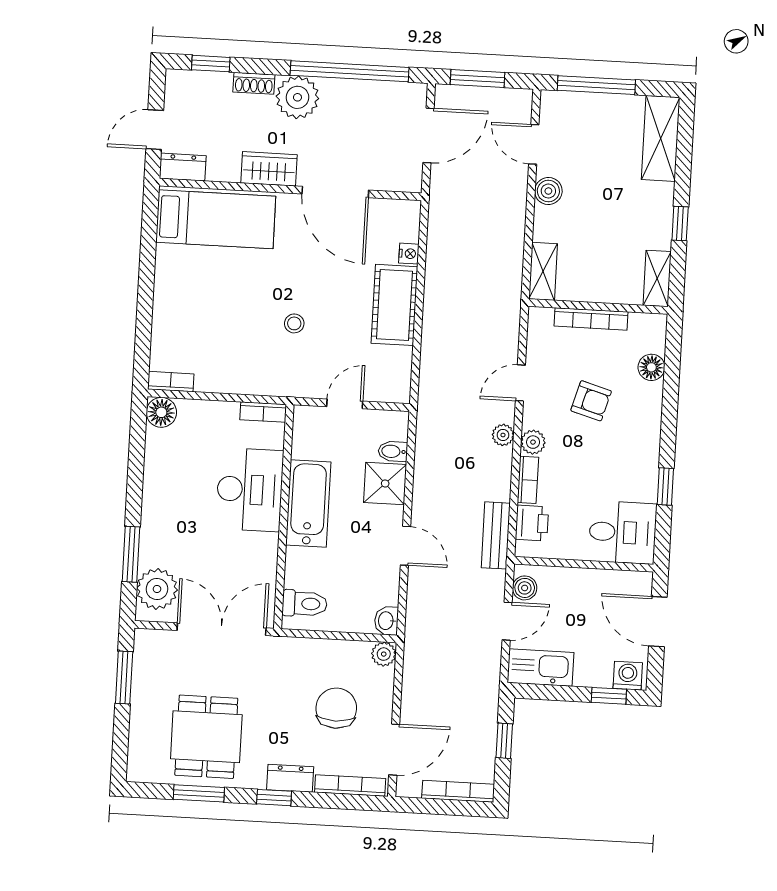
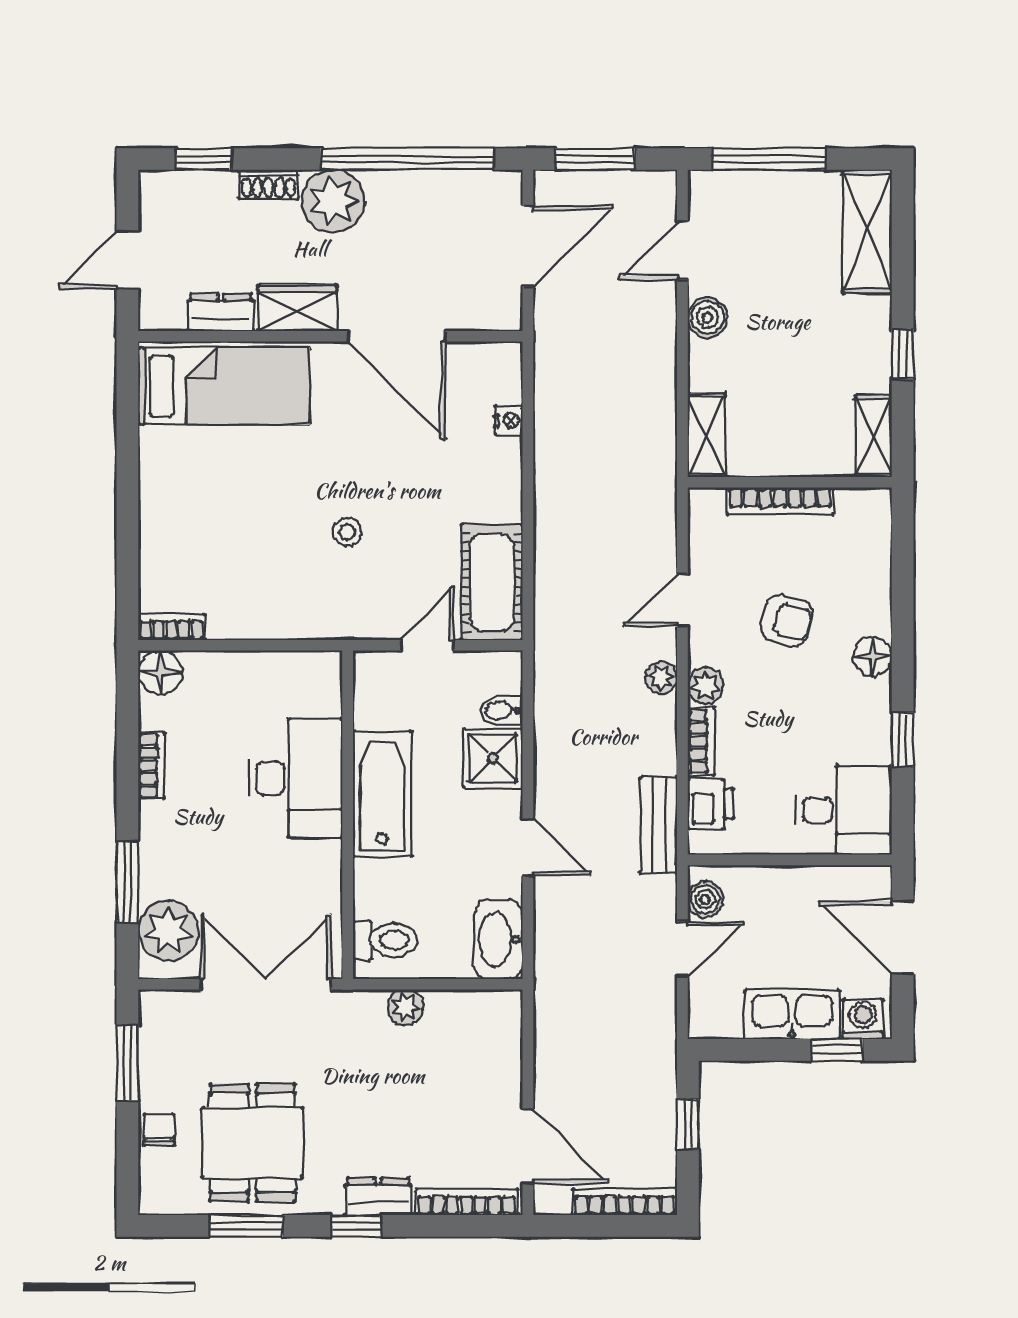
door: (534, 144) -> (682, 251), hinge flipped
dresser: (183, 167) -> (221, 312), moved
cot: (394, 305) -> (492, 582), moved
floor lamp: (651, 367) -> (872, 656), moved
bookcase: (263, 412) -> (152, 766), moved, turned -90
washbasin: (386, 621) -> (499, 940), width x1.91, depth x1.45
plant: (384, 654) -> (405, 1007), moved
kitchen sink: (541, 668) -> (792, 1014), moved
chair: (336, 708) -> (159, 1130), moved, width x0.54, depth x0.54
door: (394, 750) -> (528, 1146), hinge flipped

